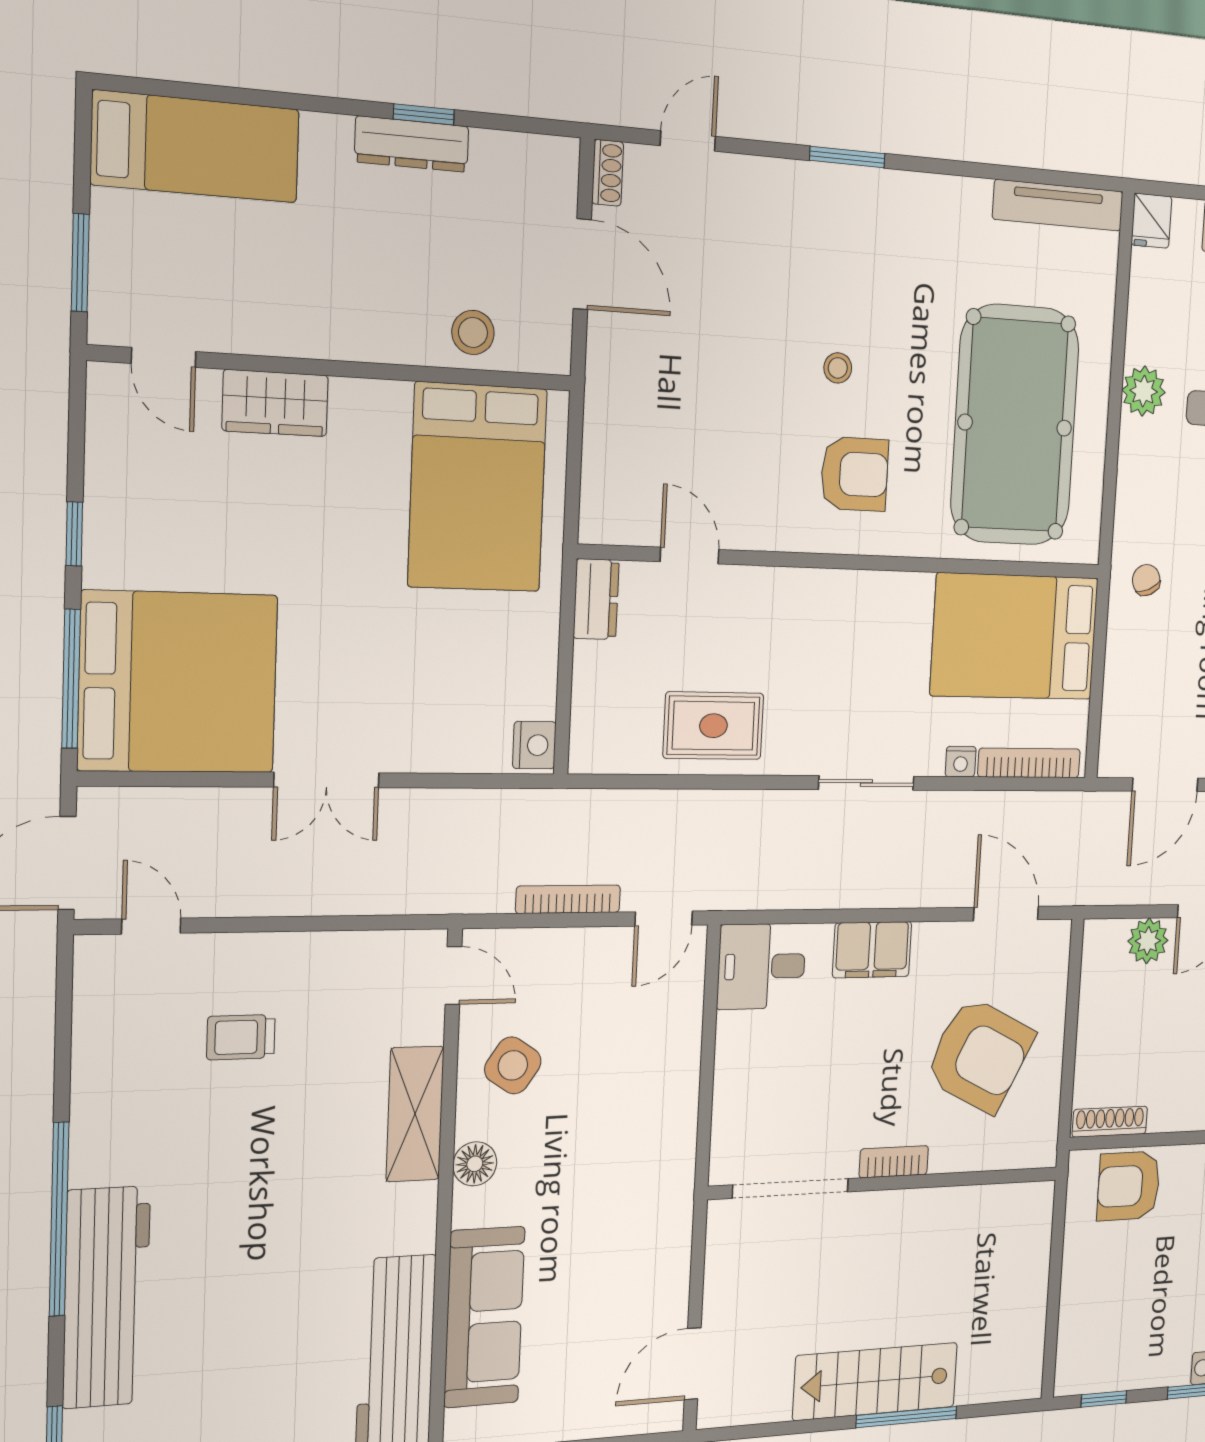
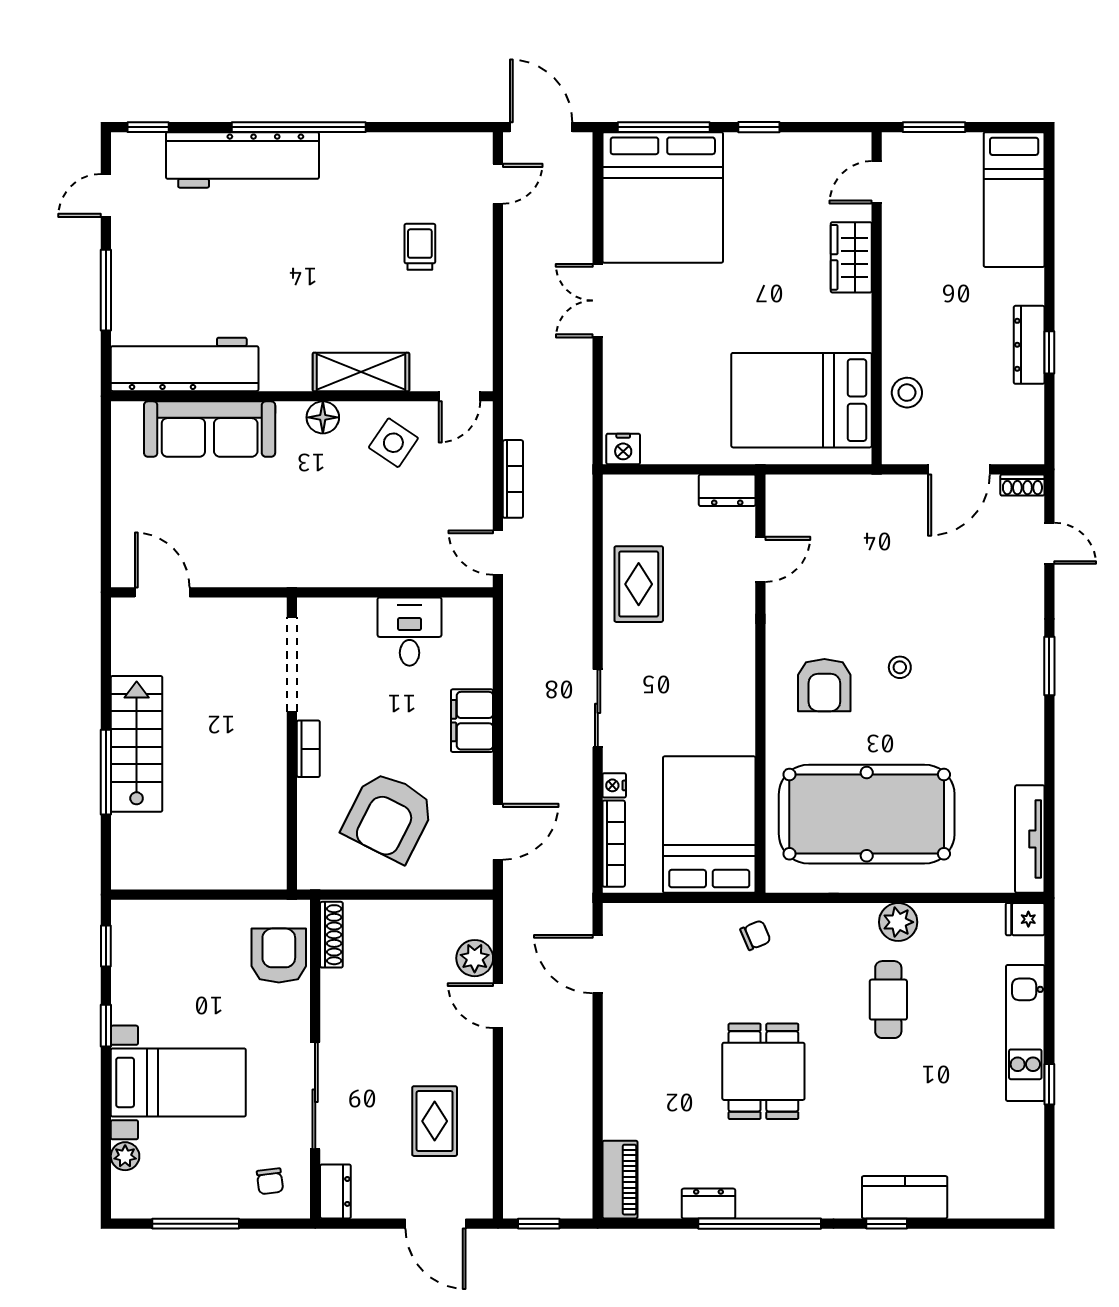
desk: (762, 966) -> (410, 632), moved

